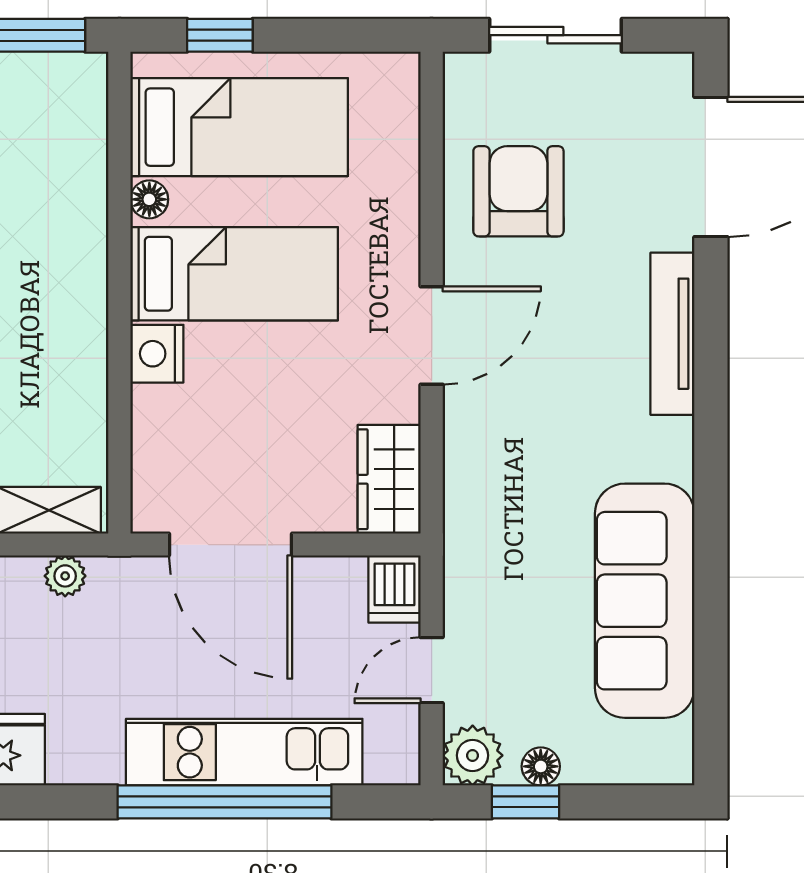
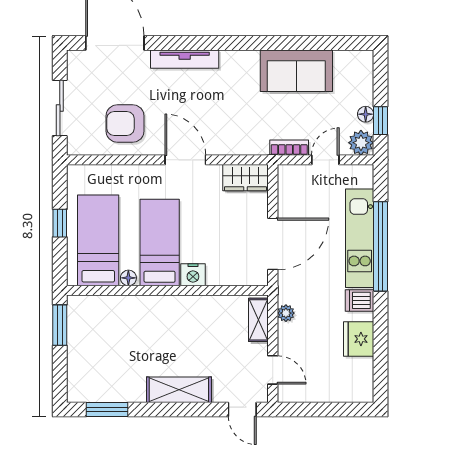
window: (220, 35) -> (60, 223), moved
bookcase: (461, 584) -> (289, 148), added
dishwasher: (395, 589) -> (359, 300), moved, turned 180
sofa: (645, 601) -> (296, 71), width x0.73
door: (432, 670) -> (325, 160), swing flipped

